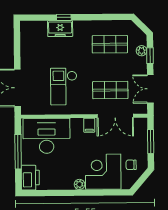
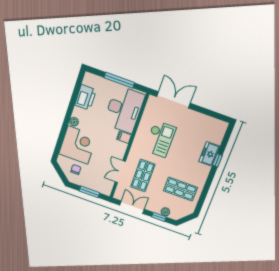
shop shelf: (110, 44) -> (180, 189), turned 90
checkout: (64, 86) -> (160, 139), turned 90
double door: (115, 116) -> (120, 172), width x0.73
filing cabinet: (89, 125) -> (124, 137), moved
printer: (30, 178) -> (85, 97), moved, turned -90

